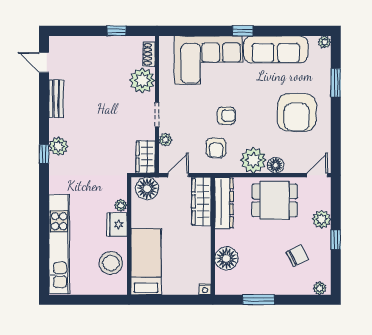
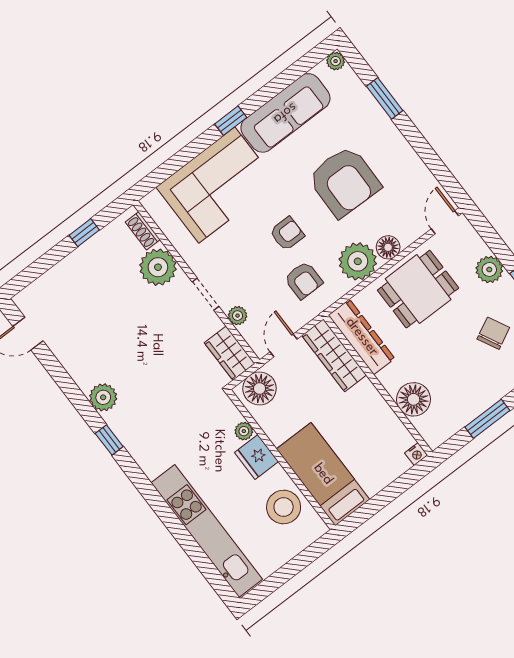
bench: (56, 98) -> (74, 365), removed
armchair: (297, 112) -> (344, 181), moved
plant: (58, 146) -> (103, 397), moved

